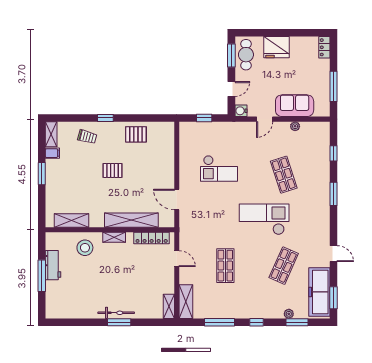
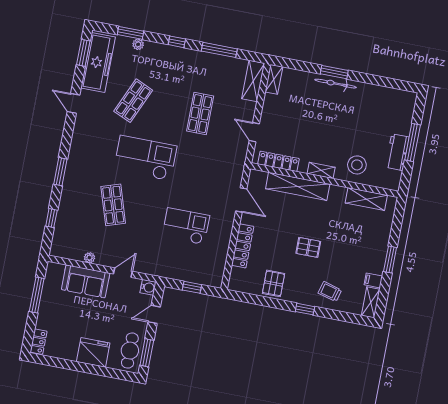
pallet: (136, 134) -> (274, 283), turned 90
locker: (168, 161) -> (243, 246), added
checkout: (264, 219) -> (145, 158), turned 180

